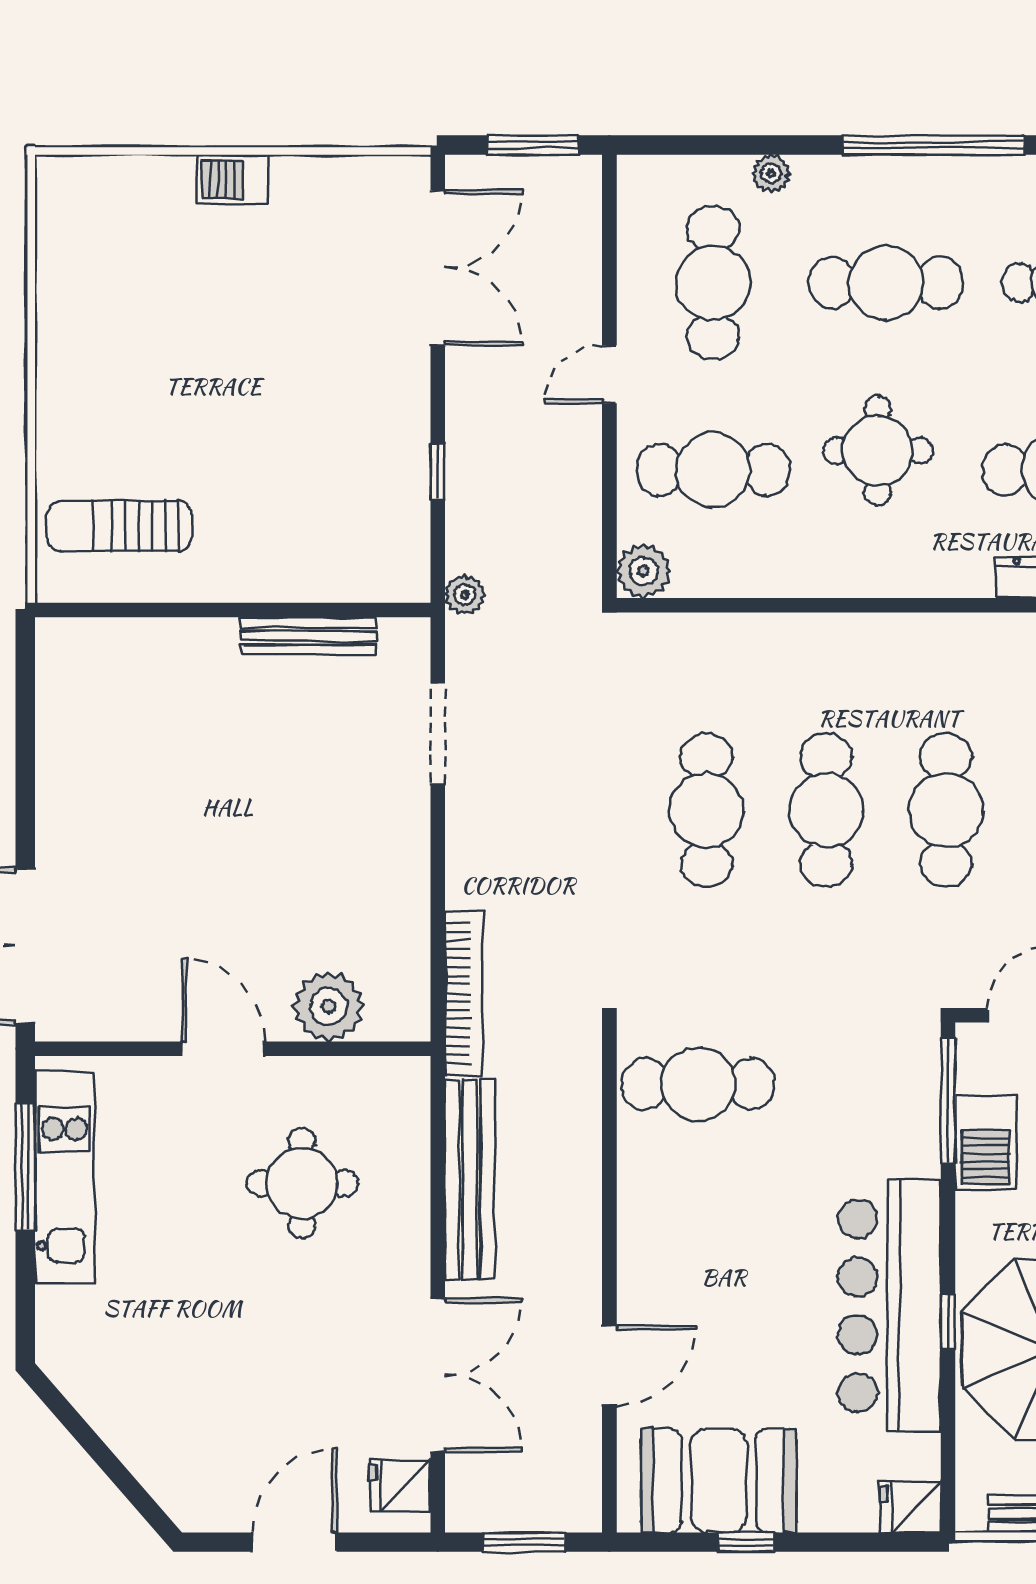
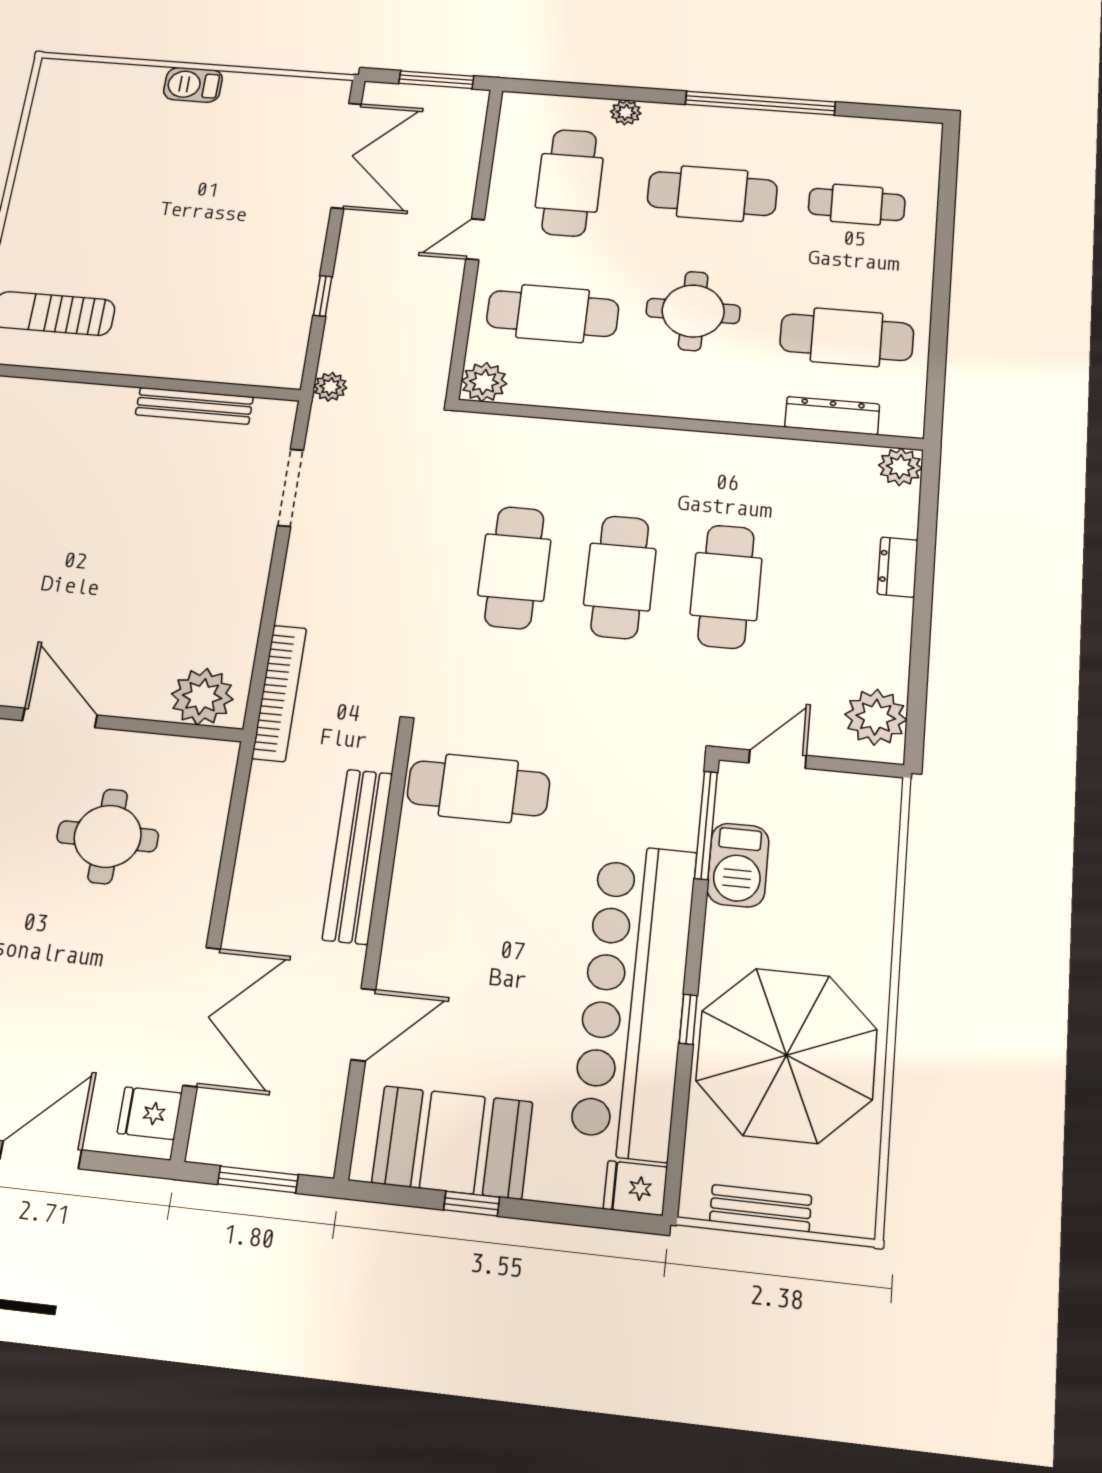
plant: (329, 1006) -> (202, 697), moved
bench: (470, 1179) -> (358, 856), moved
bar counter: (889, 1306) -> (634, 999), width x1.36

